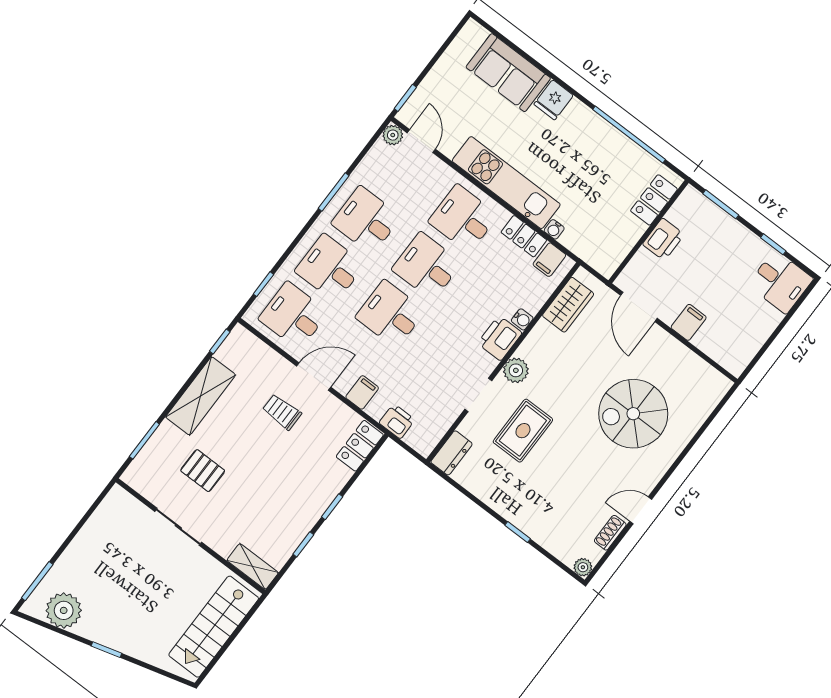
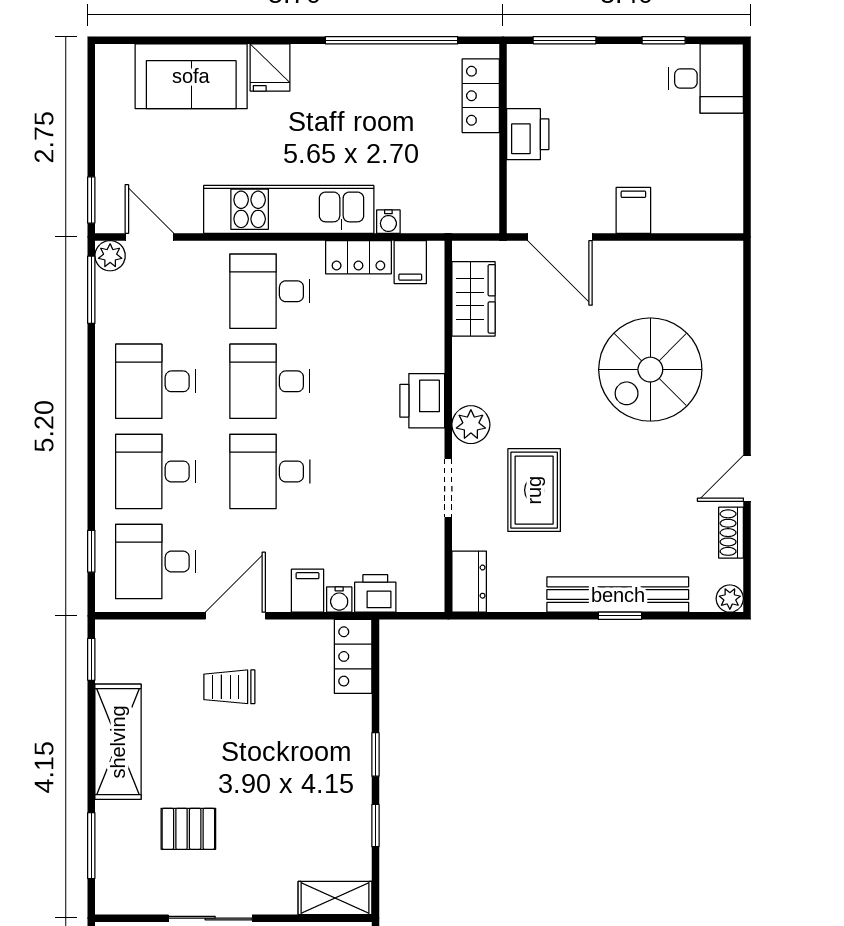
window: (334, 192) -> (91, 290), moved
water cooler: (522, 319) -> (339, 600), moved, turned 90
bench: (525, 520) -> (618, 595), added

